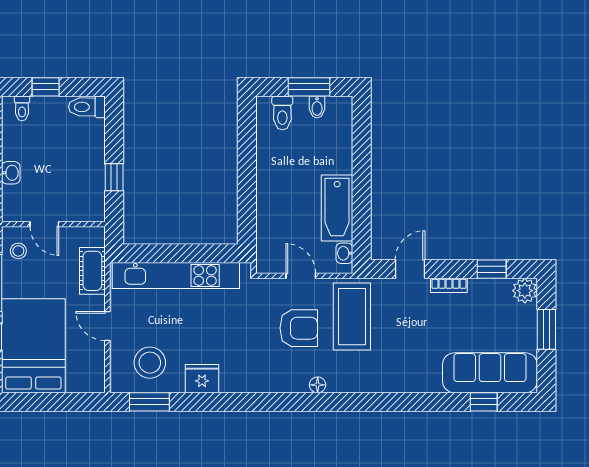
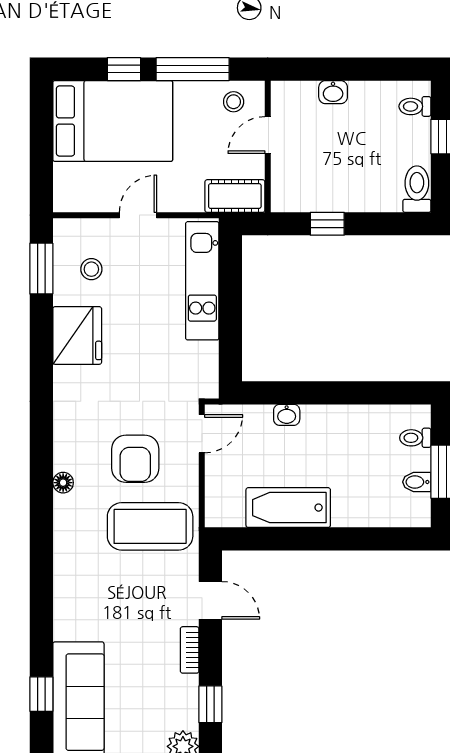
toilet: (282, 113) -> (415, 438), width x0.73, depth x0.72
washbasin: (344, 253) -> (287, 415), moved, turned 180
cot: (92, 271) -> (235, 196), moved
kitchen unit: (176, 275) -> (202, 281), width x0.73
door: (301, 276) -> (202, 434), moved
stool: (150, 363) -> (91, 269), width x0.53, depth x0.53
fridge: (202, 379) -> (77, 335), width x1.36, depth x1.34

